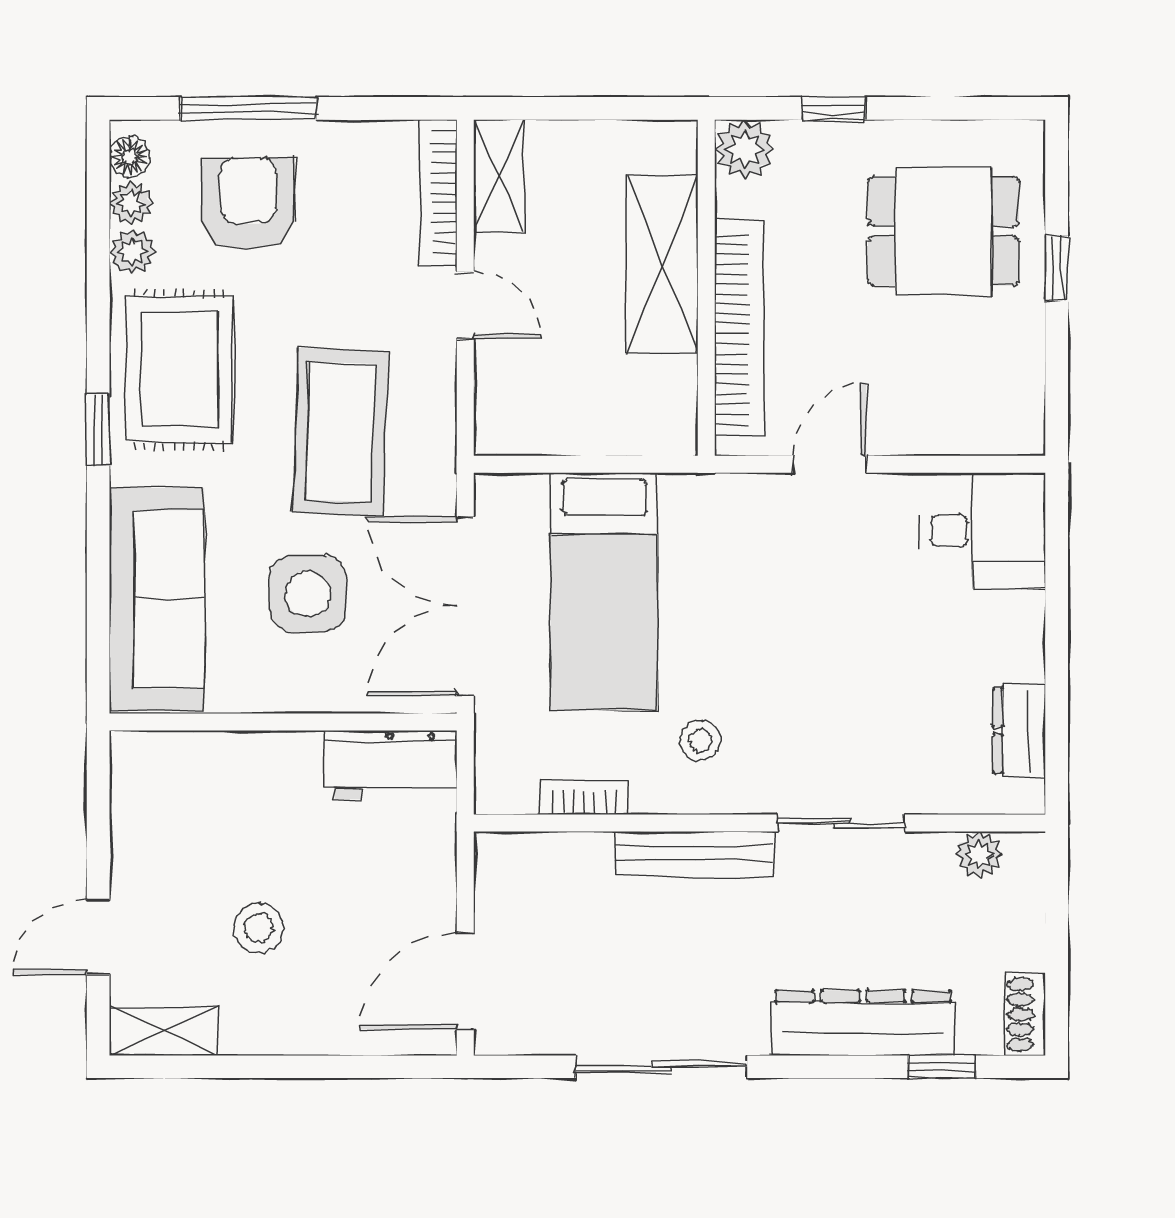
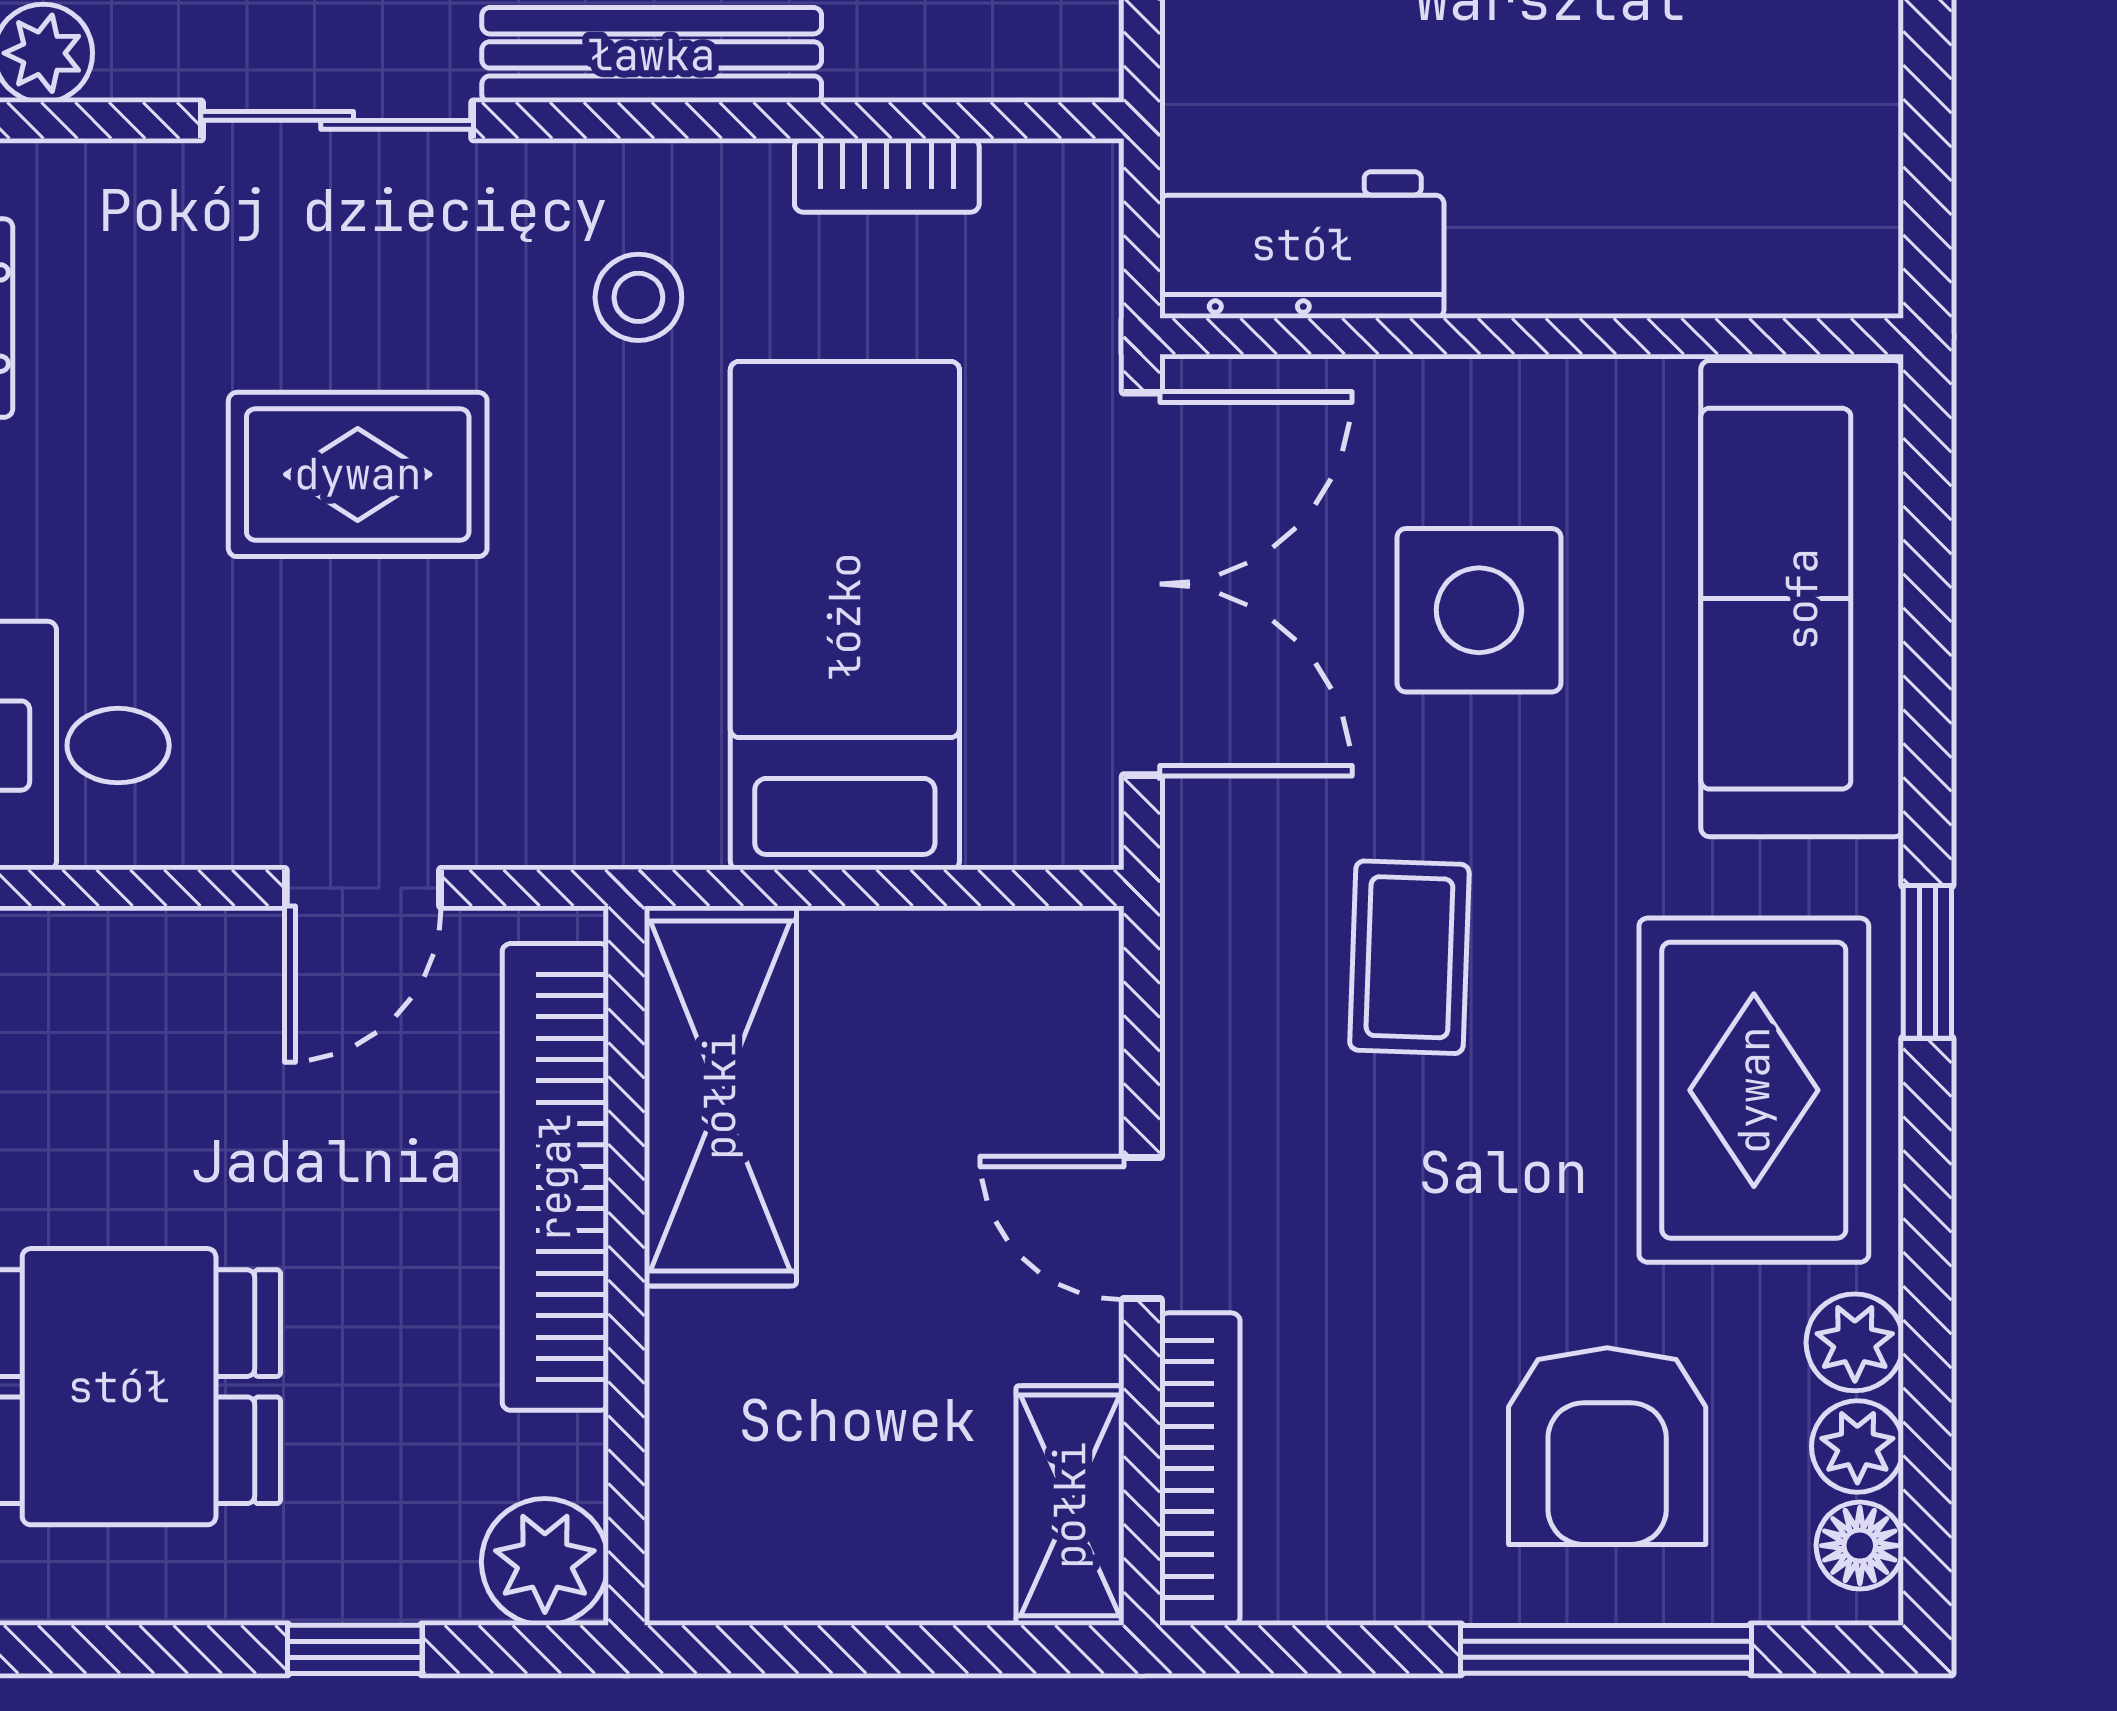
shelving: (662, 264) -> (720, 1096), moved
coffee table: (340, 432) -> (1409, 957), width x0.54, depth x0.58
rug: (832, 657) -> (358, 474), added

